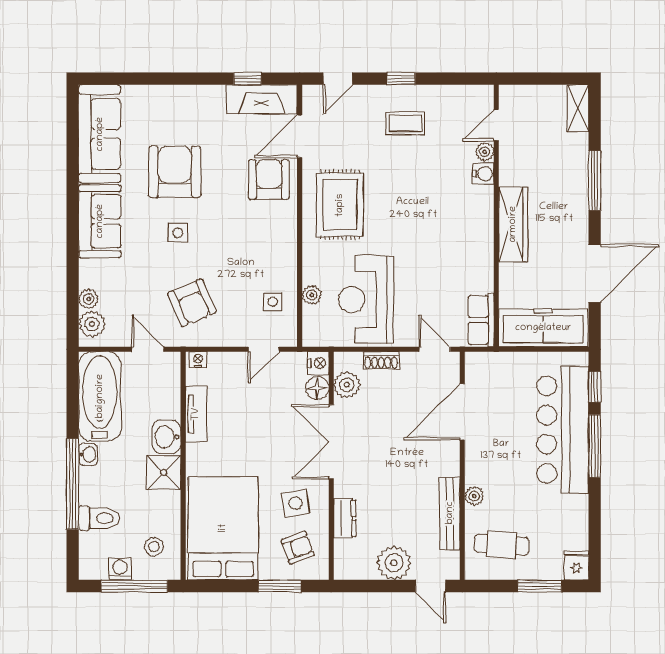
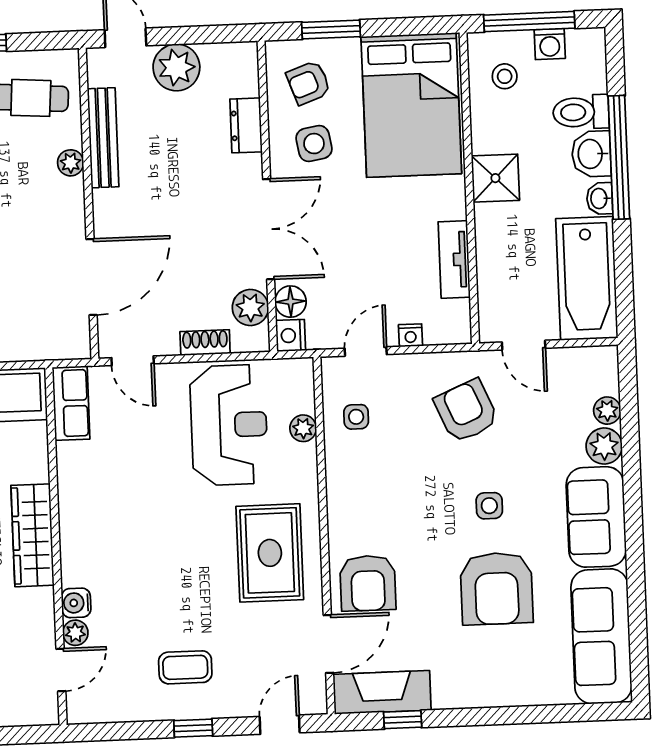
plant: (92, 324) -> (604, 446), moved
nightstand: (198, 360) -> (411, 335), moved
washbasin: (167, 437) -> (591, 154), moved, turned 180

